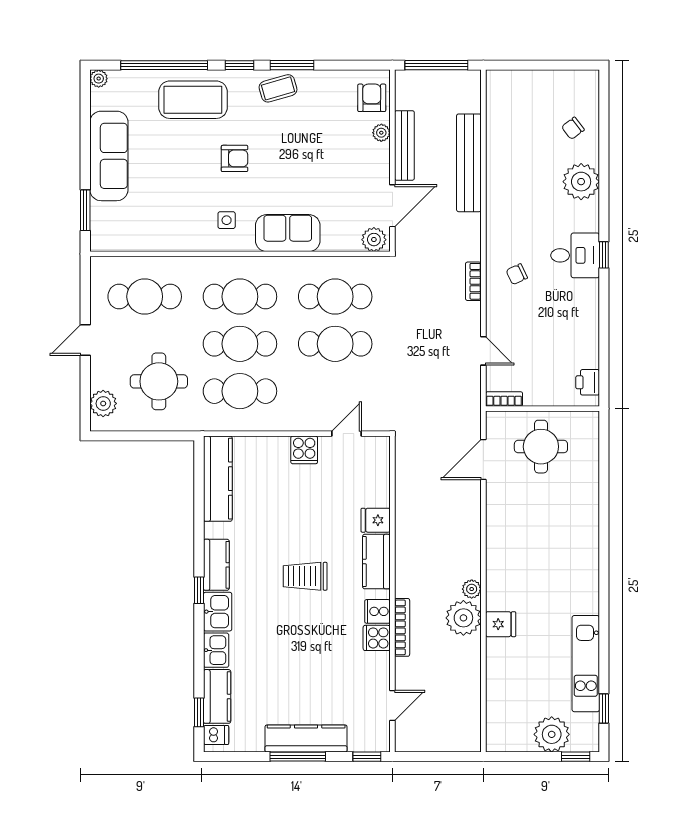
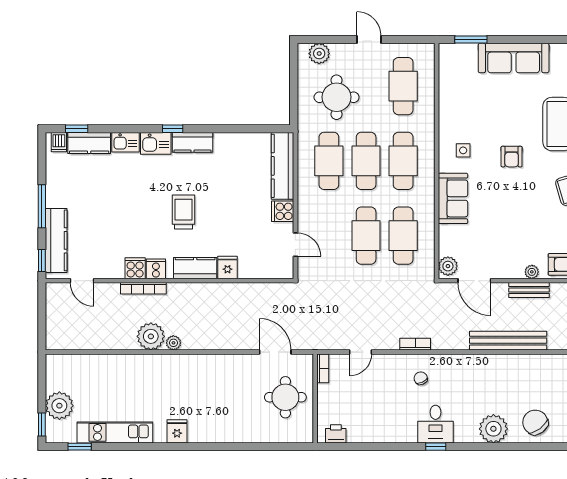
chair: (573, 128) -> (535, 422), width x1.87, depth x1.87
bench: (404, 145) -> (529, 290), width x0.73
kitchen counter: (218, 479) -> (283, 166), moved, turned 90
fridge: (501, 624) -> (177, 431), moved, turned 180
kitchen counter: (306, 738) -> (56, 240), moved

